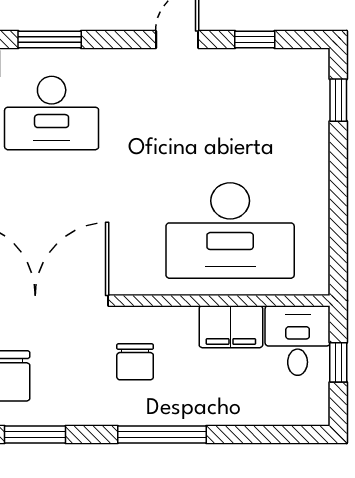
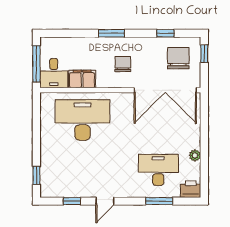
window: (338, 362) -> (36, 64), width x2.17
window: (35, 434) -> (165, 33), width x0.67
window: (162, 434) -> (111, 33), width x0.69

